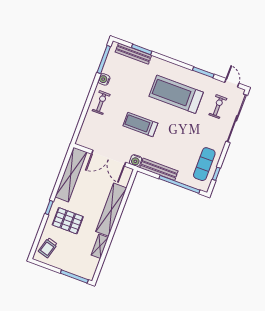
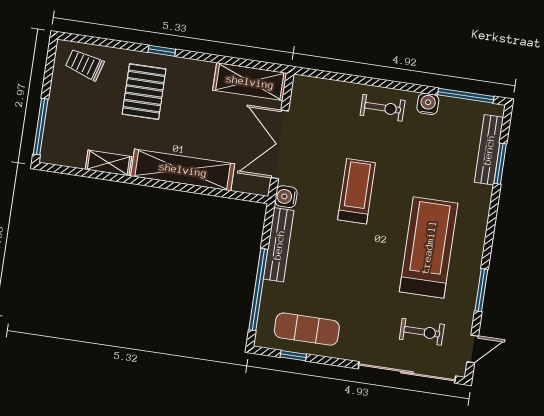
shelving: (71, 175) -> (250, 82), width x0.68

